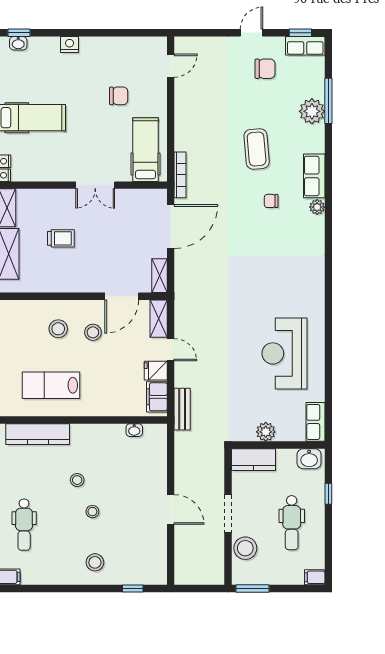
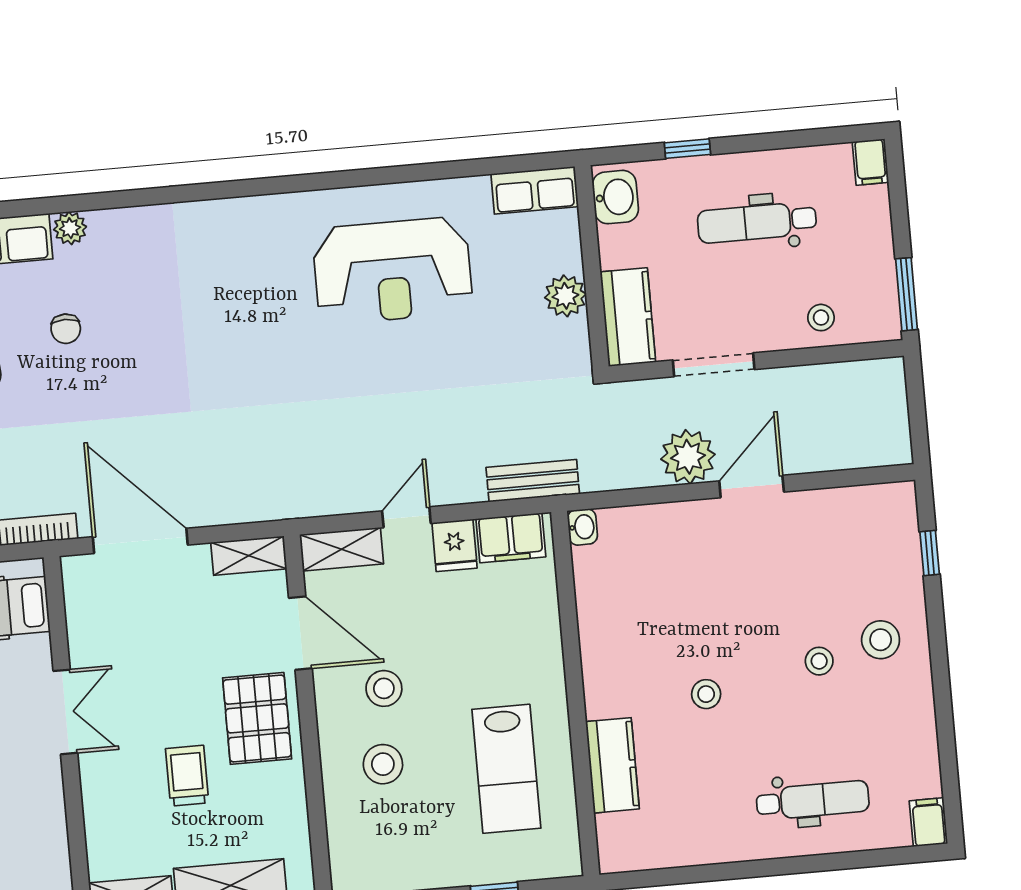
pallet: (84, 273) -> (257, 718), added
washbasin: (134, 430) -> (582, 527), moved
kitchen counter: (38, 434) -> (612, 765), width x0.67
plant: (187, 481) -> (688, 457), added
stool: (92, 512) -> (819, 661), moved
doorway: (228, 514) -> (714, 365), moved
dental chair: (292, 523) -> (757, 222), turned 180
stool: (245, 548) -> (821, 318), width x0.53, depth x0.53

